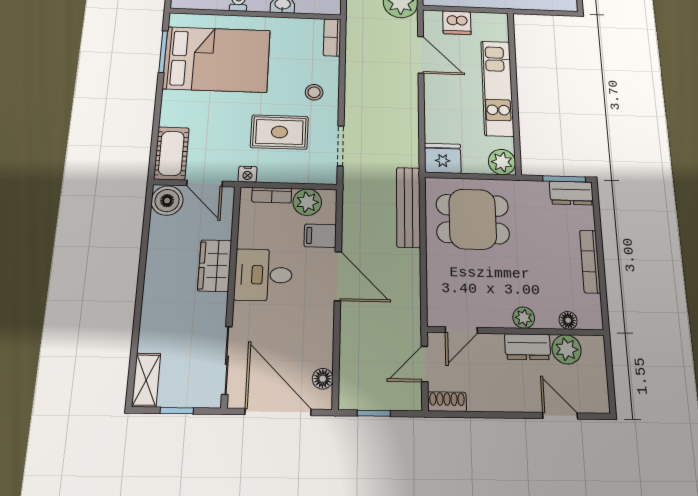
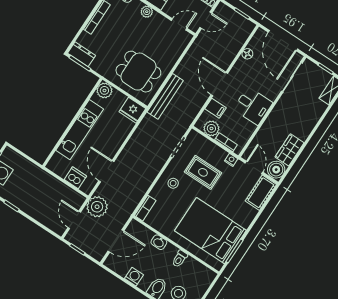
wardrobe: (215, 266) -> (290, 150), moved, turned 180
floor lamp: (323, 379) -> (247, 54), moved

